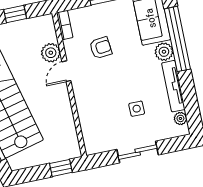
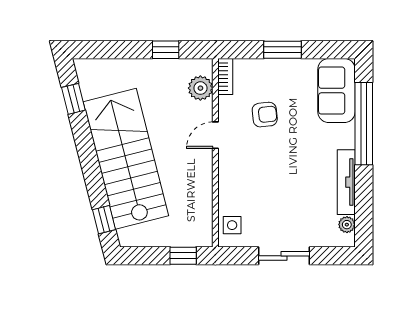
plant: (164, 52) -> (343, 136), removed
plant: (51, 53) -> (200, 88), moved
side table: (137, 109) -> (232, 225), moved

